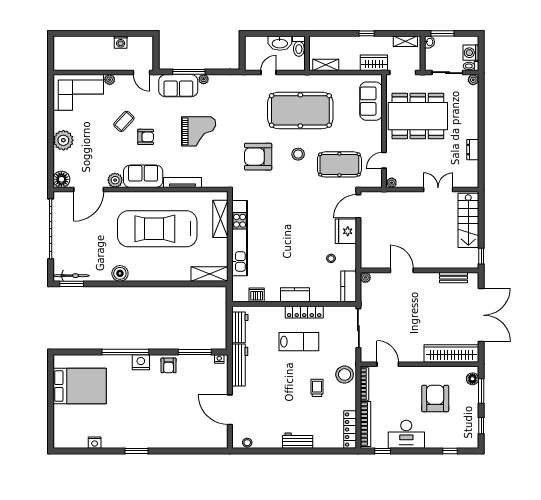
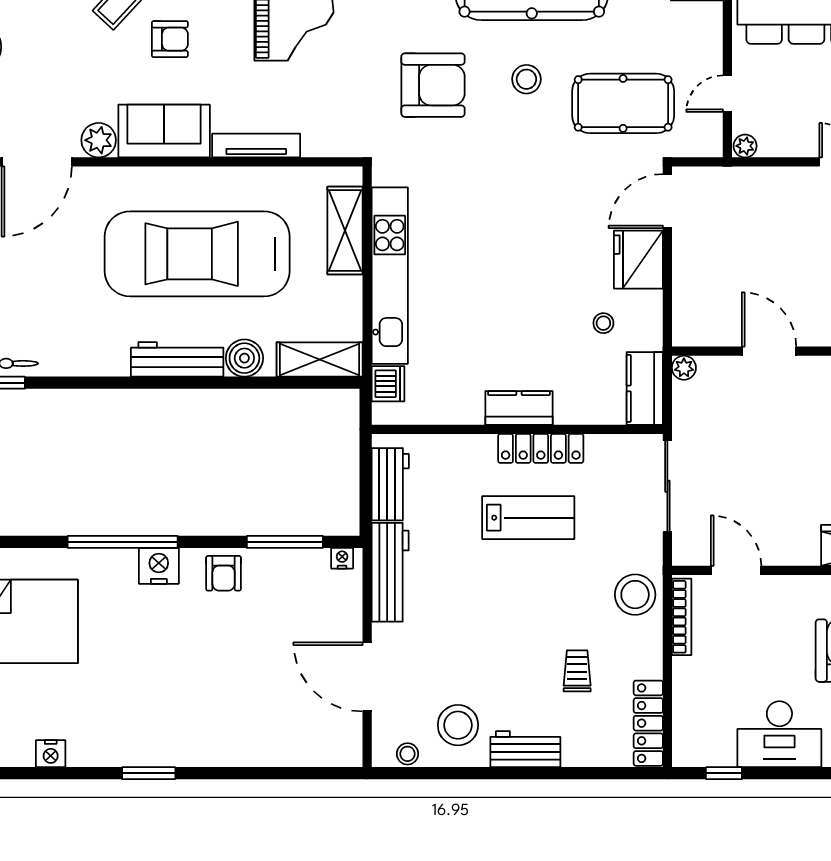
armchair: (258, 157) -> (433, 85), turned 180
boiler: (120, 273) -> (244, 358), moved
workbench: (149, 274) -> (177, 359), added
dishwasher: (257, 295) -> (388, 384), moved, turned 90
trolley: (317, 388) -> (577, 671), moved
bookcase: (365, 424) -> (684, 710), removed
stool: (269, 430) -> (458, 725), added

